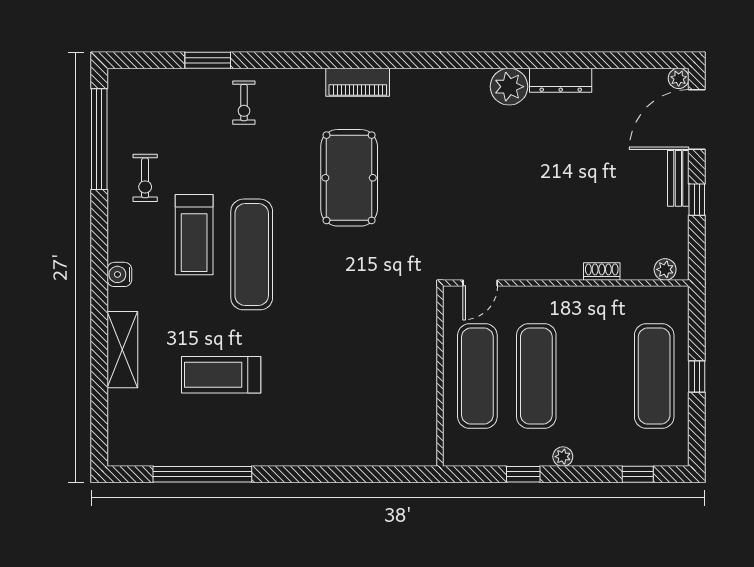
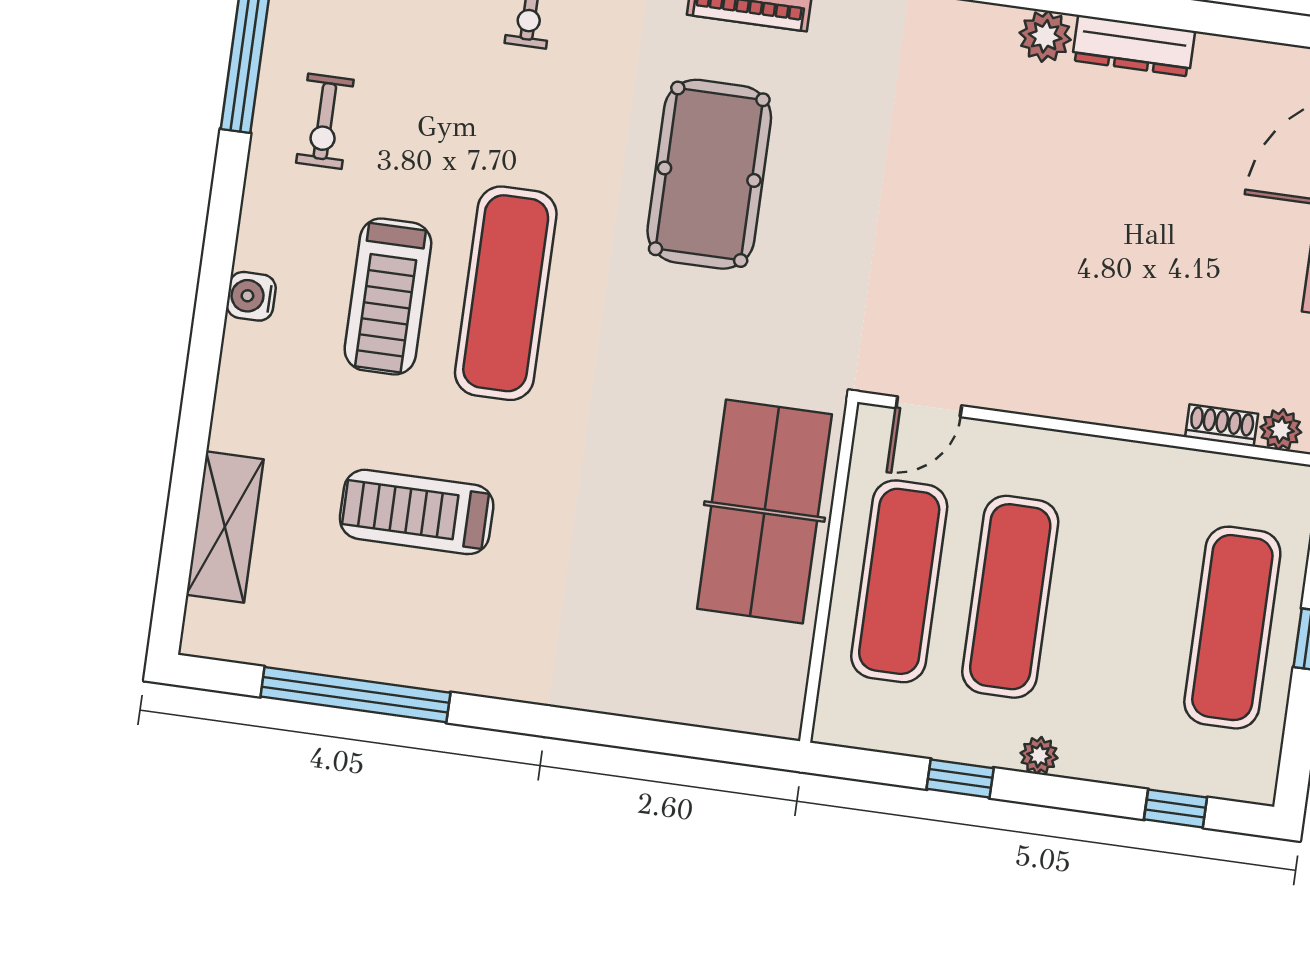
plant: (509, 87) -> (1045, 36), width x0.73, depth x0.73
treadmill: (194, 235) -> (388, 296), moved
shoe rack: (602, 272) -> (1222, 425), moved
table tennis table: (402, 349) -> (764, 511), added
shelving: (122, 350) -> (225, 527), moved

